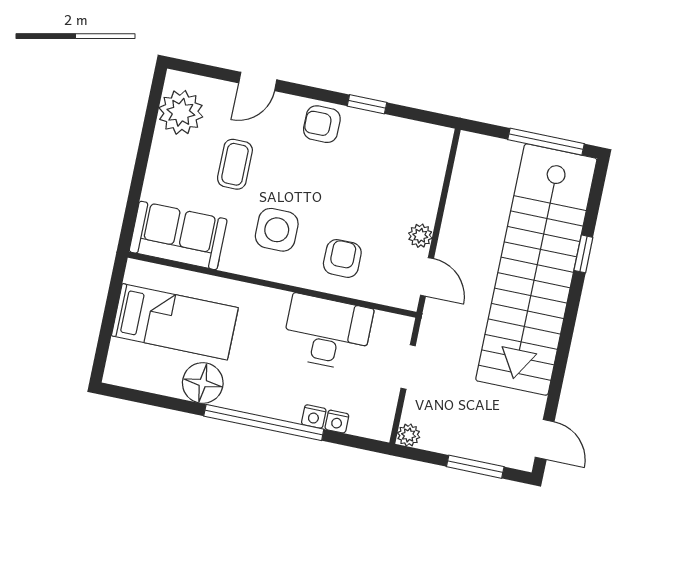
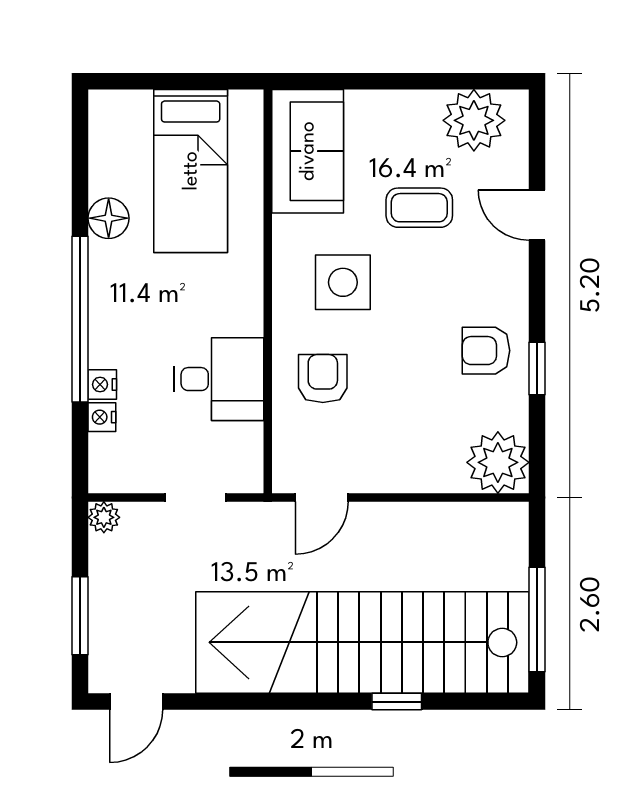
armchair: (322, 124) -> (486, 351), moved, turned -90
plant: (420, 236) -> (498, 462), moved, width x1.87, depth x1.87
armchair: (342, 258) -> (323, 379), turned -90
desk: (327, 333) -> (219, 379), width x0.73
floor lamp: (203, 383) -> (109, 218), width x0.73, depth x0.73

